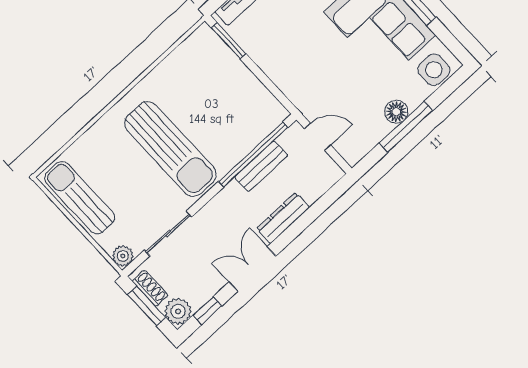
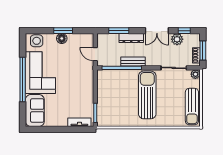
window: (406, 127) -> (63, 31), width x0.69
bench: (261, 166) -> (133, 62), moved
window: (315, 211) -> (119, 31), added
plant: (178, 311) -> (177, 39), moved

